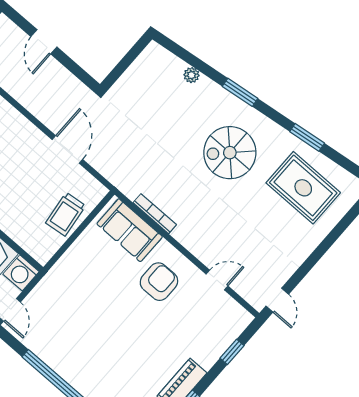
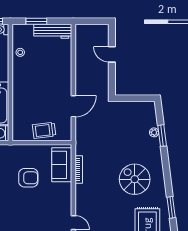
door: (44, 42) -> (112, 54), hinge flipped
window: (240, 92) -> (162, 136), moved
armchair: (159, 282) -> (28, 178), moved

